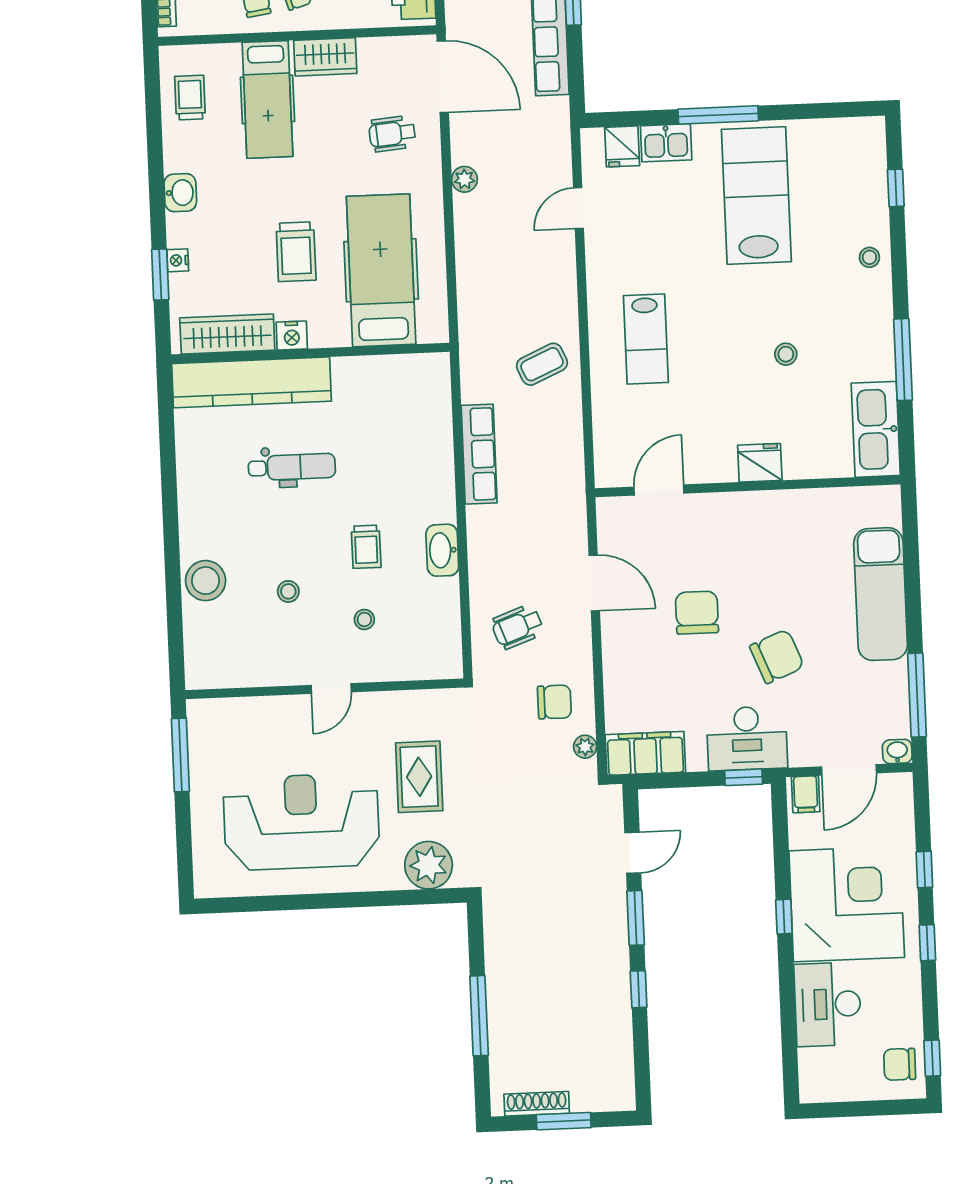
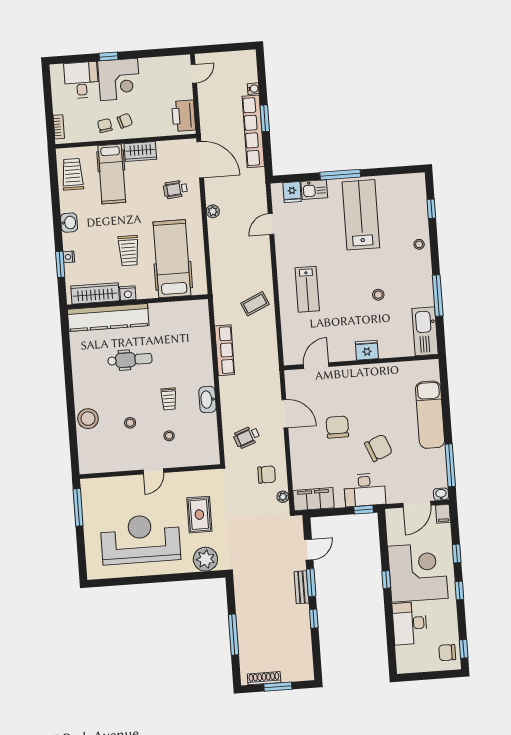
trolley: (190, 98) -> (72, 174), width x1.36, depth x1.39
filing cabinet: (806, 794) -> (443, 514), moved
bench: (616, 927) -> (301, 587), added

